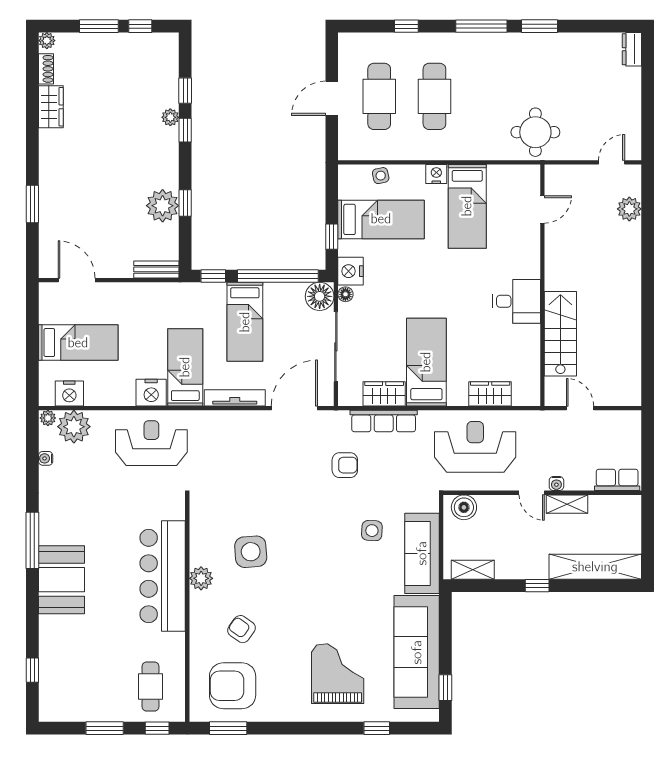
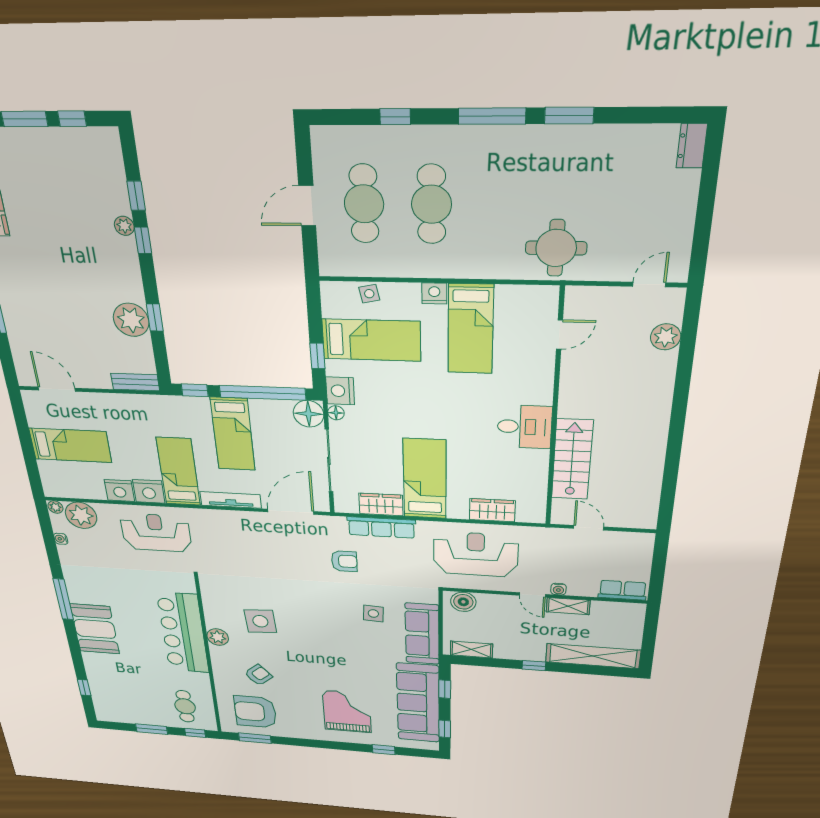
nightstand: (69, 393) -> (119, 491), moved
armchair: (242, 629) -> (258, 675), turned 104
window: (445, 629) -> (445, 689), added

